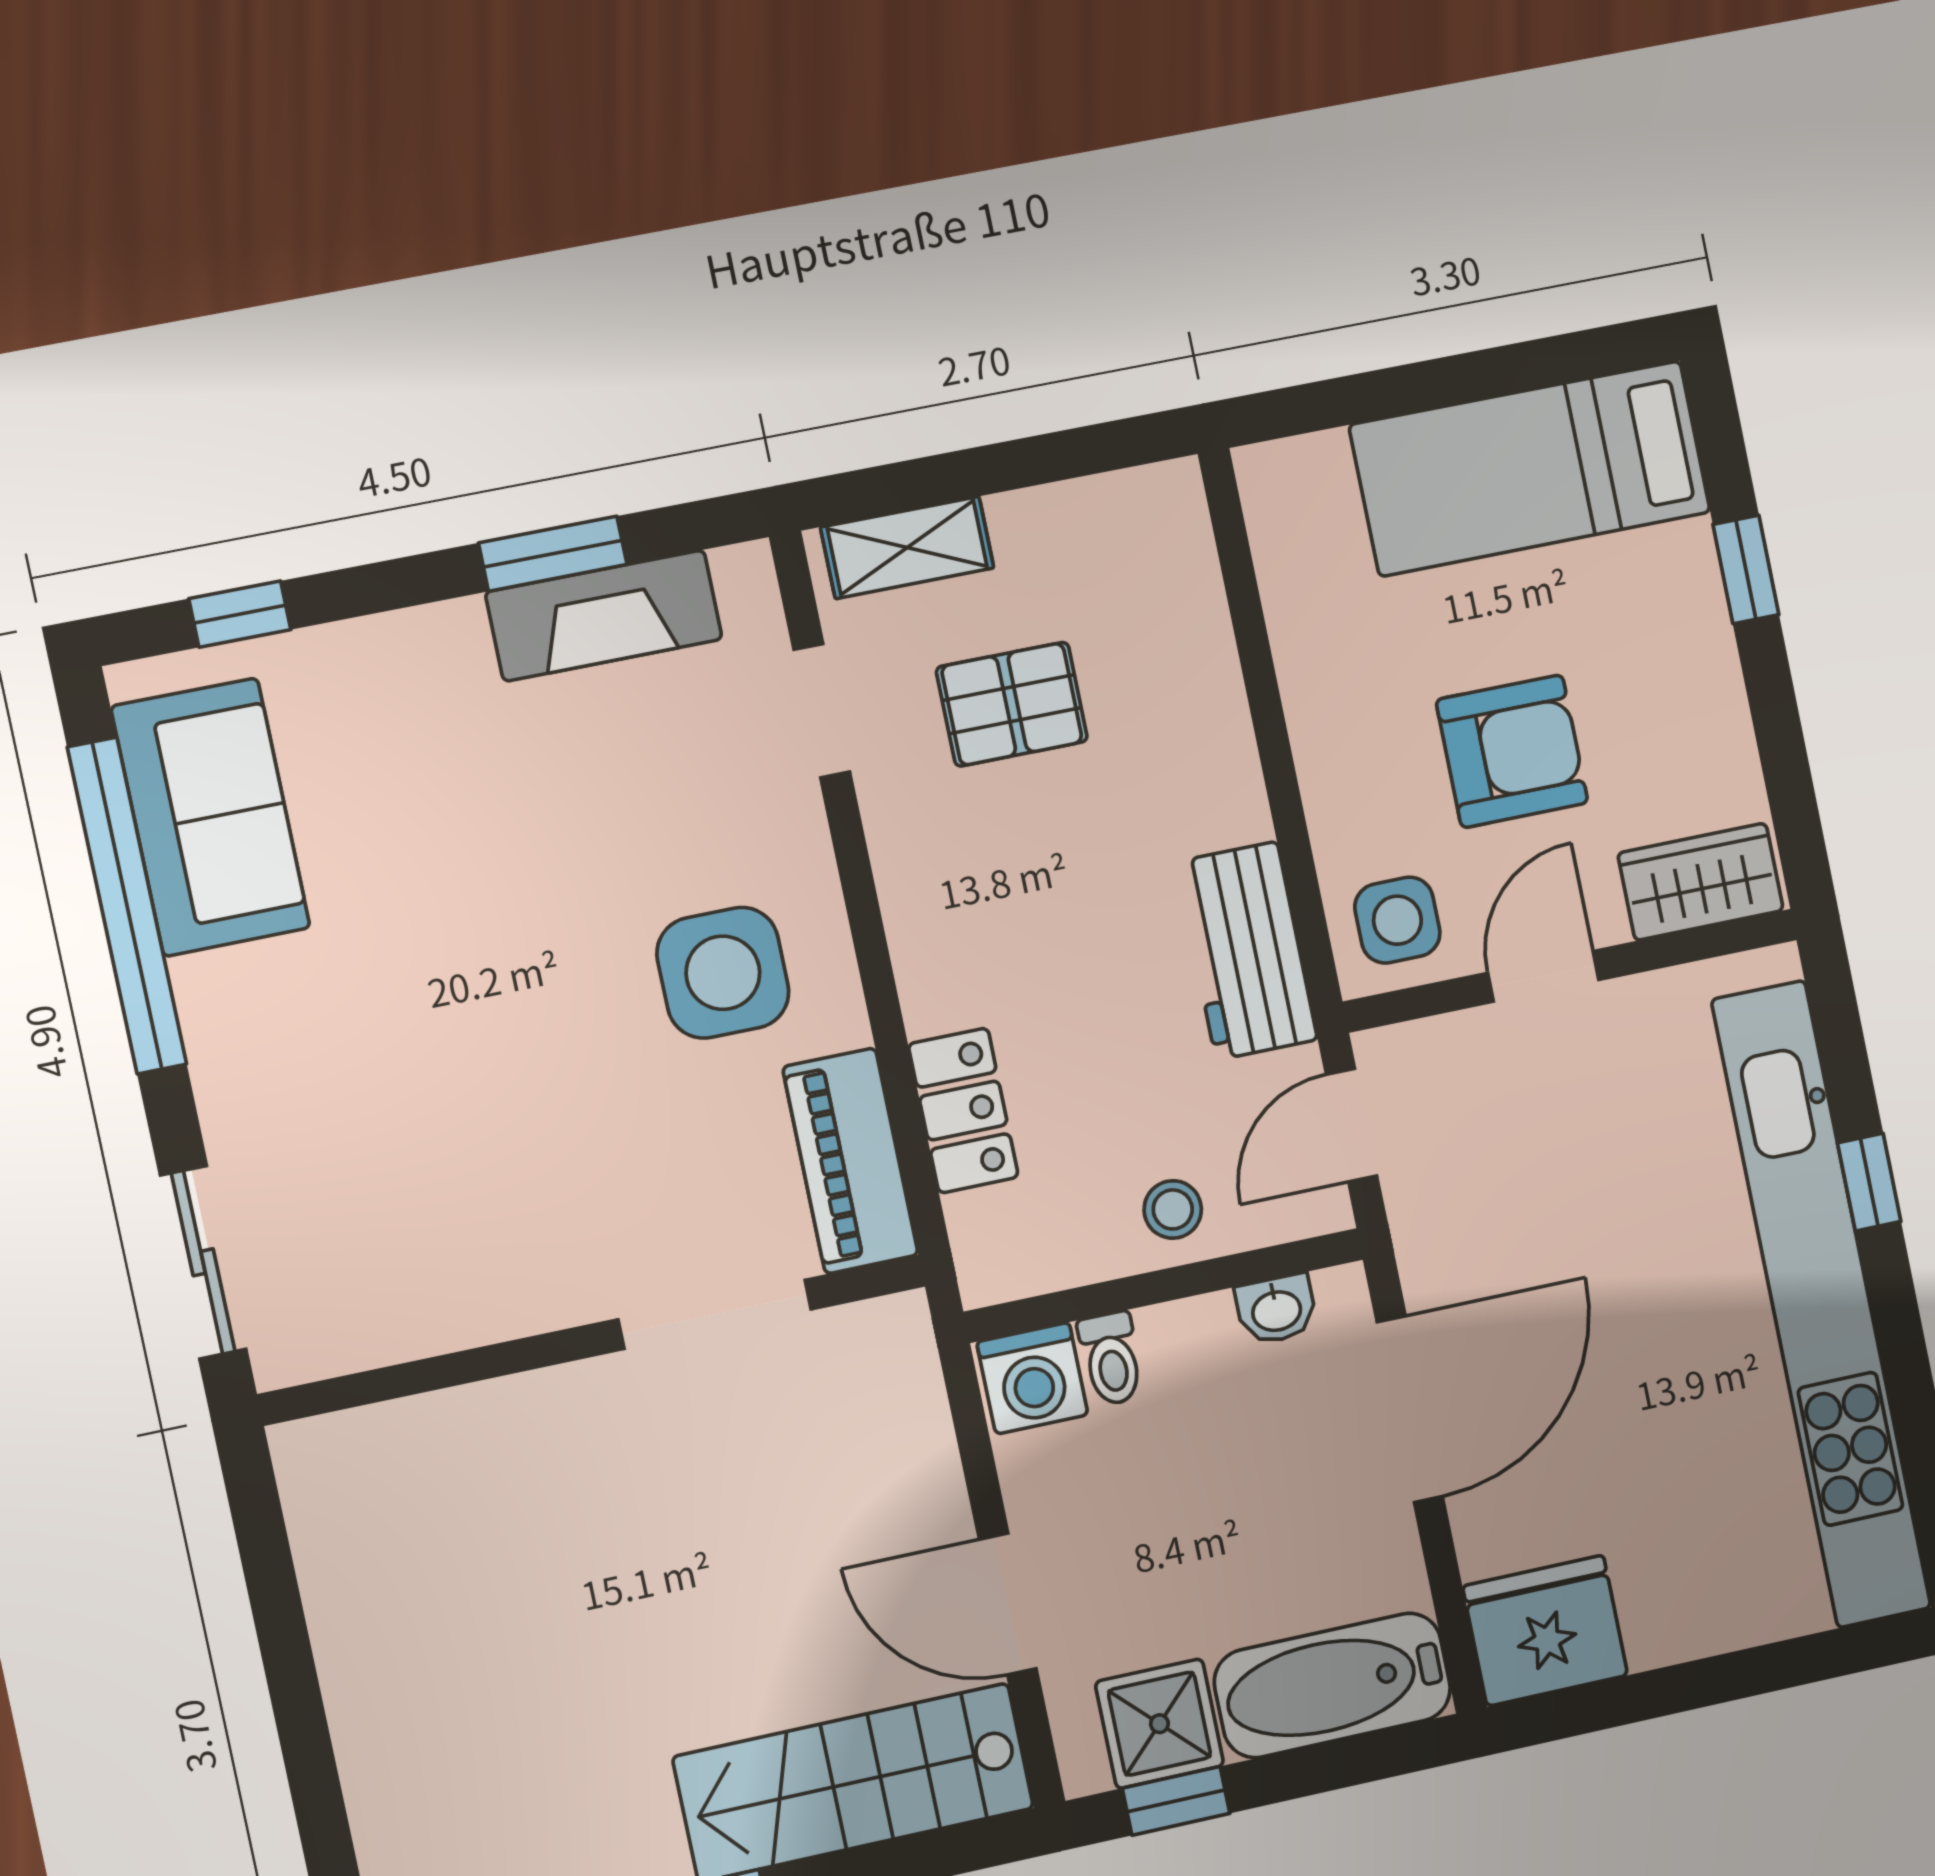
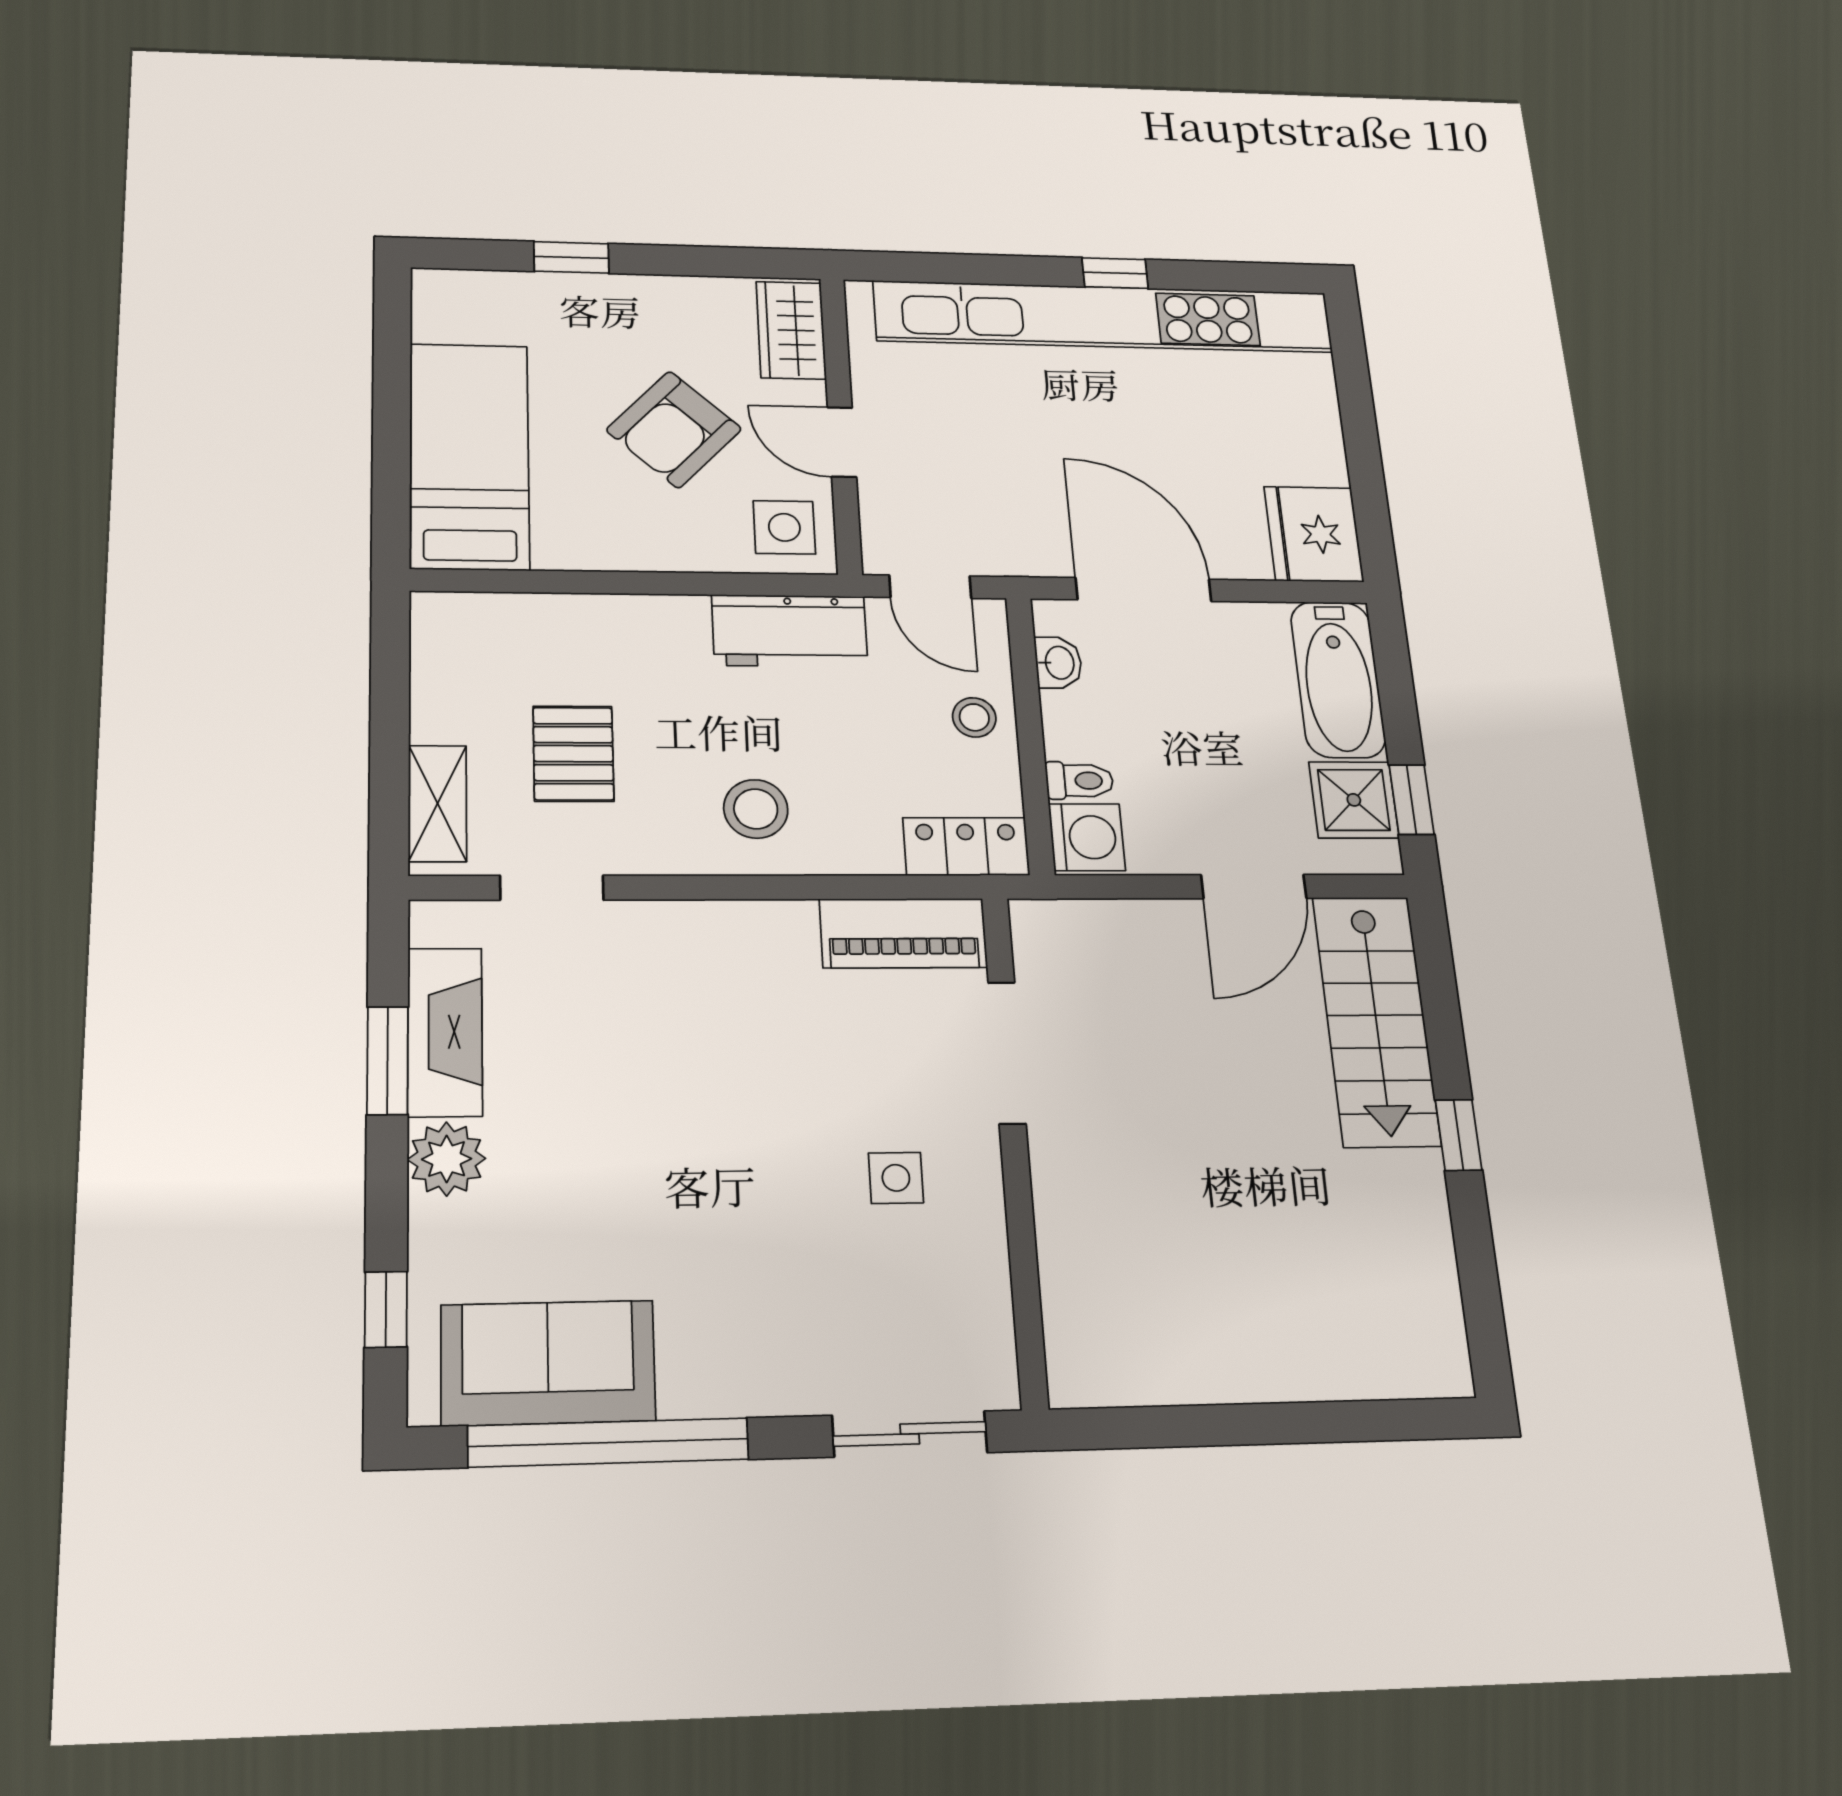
bed: (1530, 469) -> (470, 456), moved, turned 180
plant: (441, 649) -> (447, 1159), added
armchair: (1512, 751) -> (674, 429), turned -137
stool: (983, 948) -> (756, 809), added
side table: (723, 973) -> (896, 1178), moved, width x0.54, depth x0.54
locker: (963, 1111) -> (966, 846), moved
window: (1869, 1182) -> (1115, 273), moved

